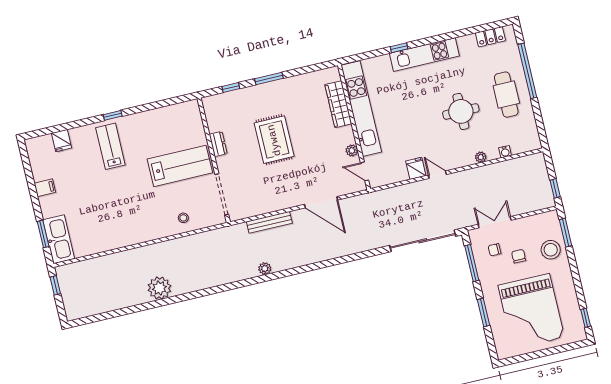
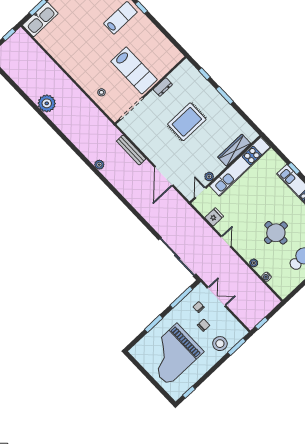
fridge: (416, 168) -> (214, 217), moved

